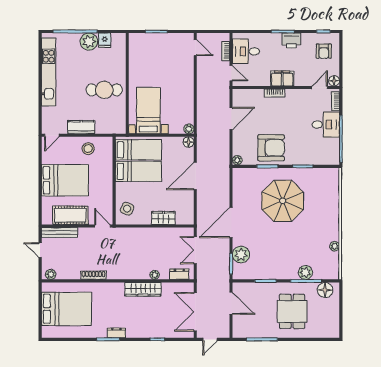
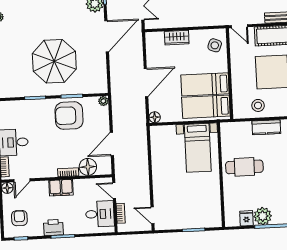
floor lamp: (255, 97) -> (88, 167), added
plant: (189, 129) -> (155, 131), removed

